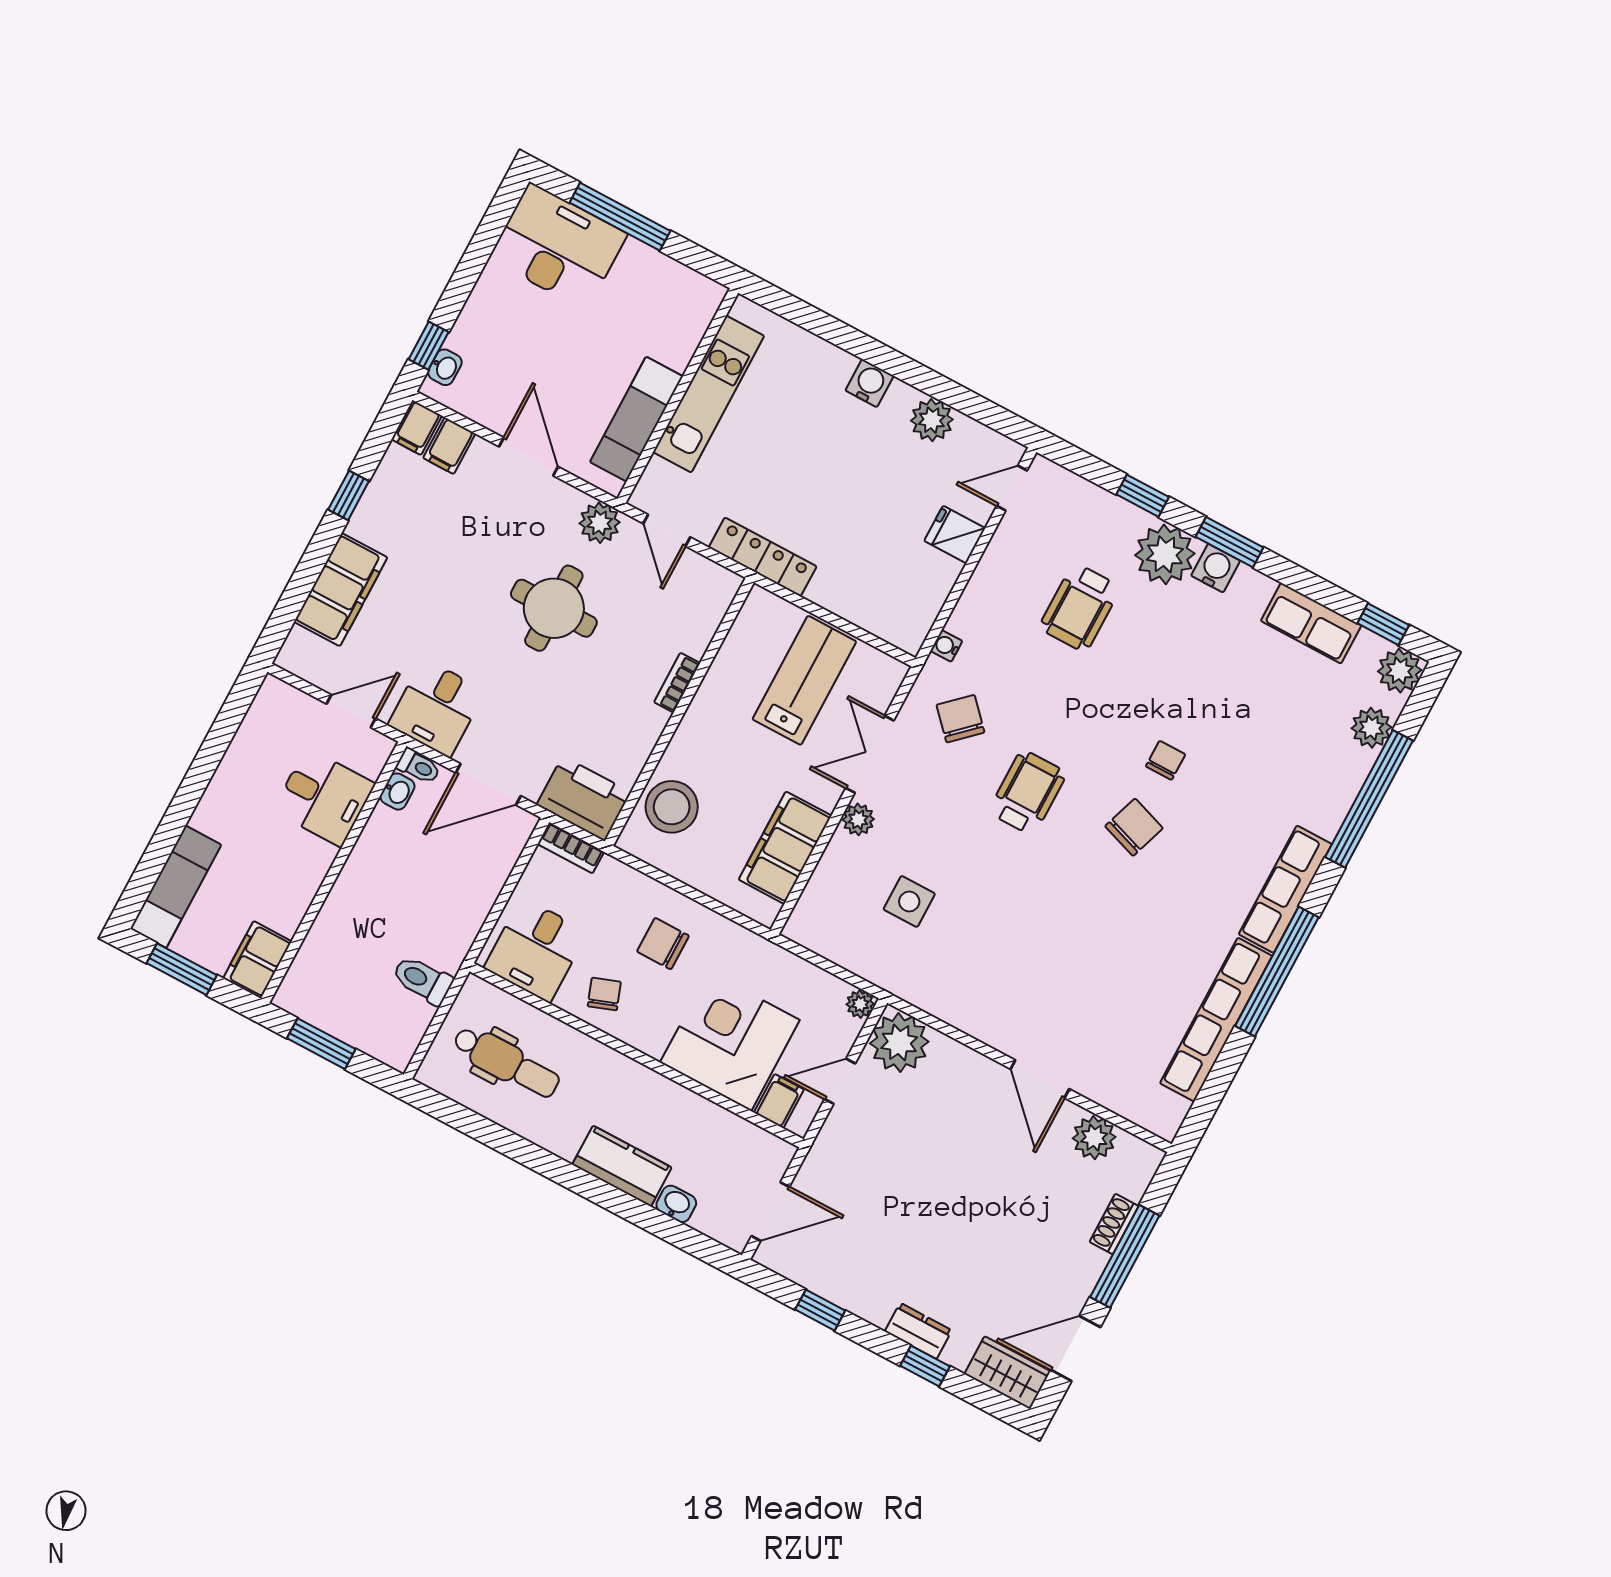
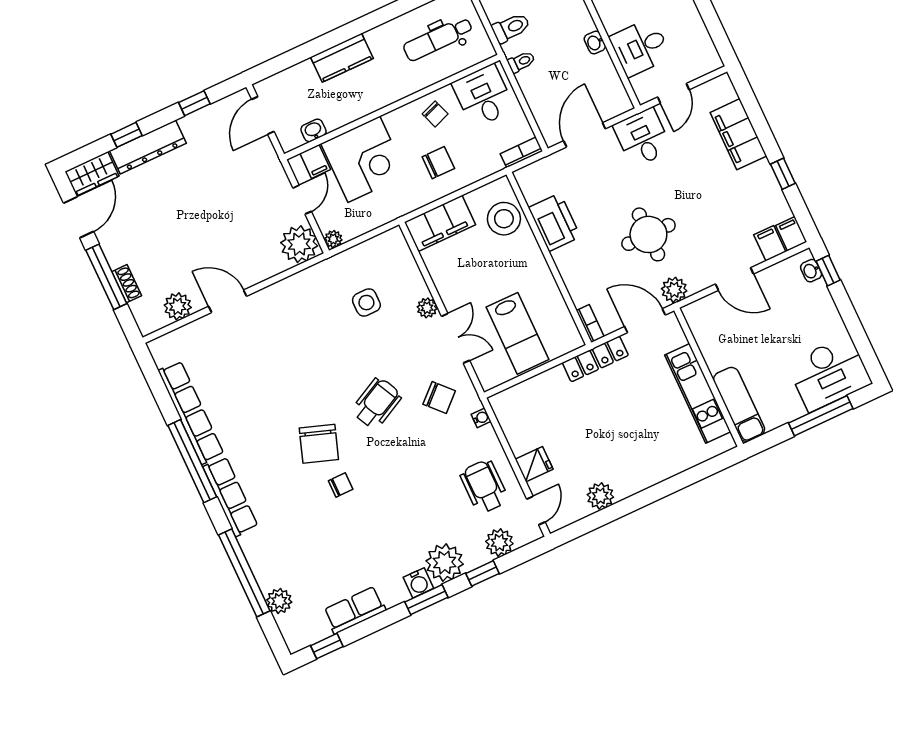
water cooler: (870, 383) -> (642, 479), removed
exam couch: (636, 419) -> (739, 404), moved
door: (667, 530) -> (645, 321), width x1.38
wheelchair: (1080, 608) -> (484, 486), moved
plant: (1400, 671) -> (499, 542), moved
bookcase: (677, 683) -> (590, 324), moved
chair: (1166, 760) -> (341, 485), turned -90
toilet: (418, 766) -> (521, 62), moved, turned 180
washbasin: (397, 791) -> (595, 42), moved
wheelchair: (1028, 793) -> (377, 403), turned -117
printer: (584, 799) -> (554, 222), moved, turned -90
chair: (1134, 827) -> (319, 444), width x1.37, depth x1.37
filing cabinet: (785, 848) -> (440, 223), moved, turned 90
washbasin: (676, 1204) -> (313, 130), moved, turned 180
dresser: (918, 1331) -> (148, 147), width x1.96, depth x1.24

